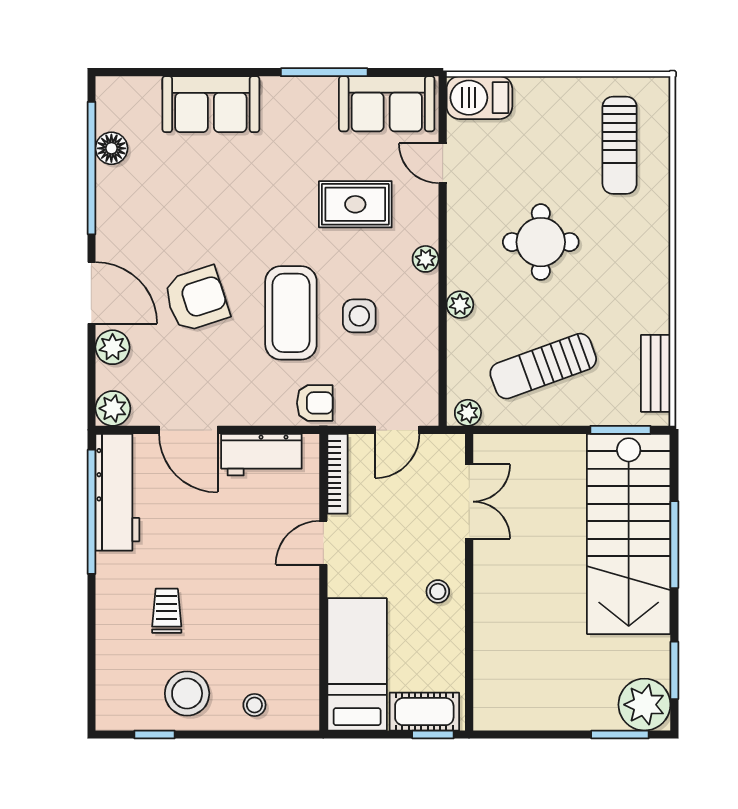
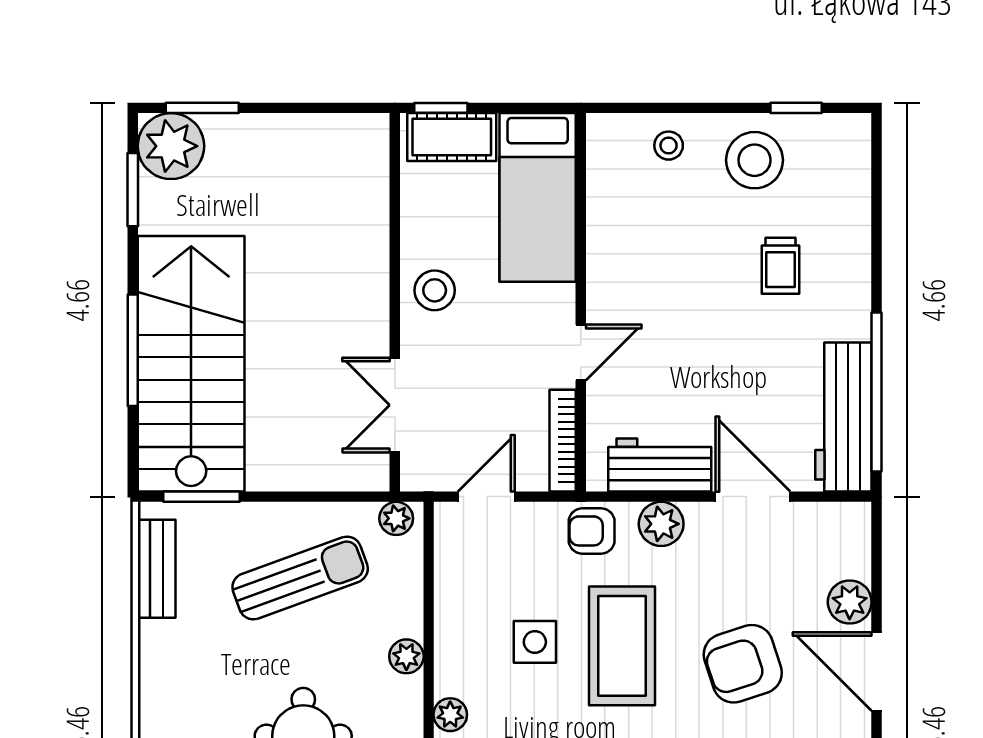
plant: (113, 408) -> (661, 524), moved
stool: (438, 591) -> (435, 290), width x1.37, depth x1.37

